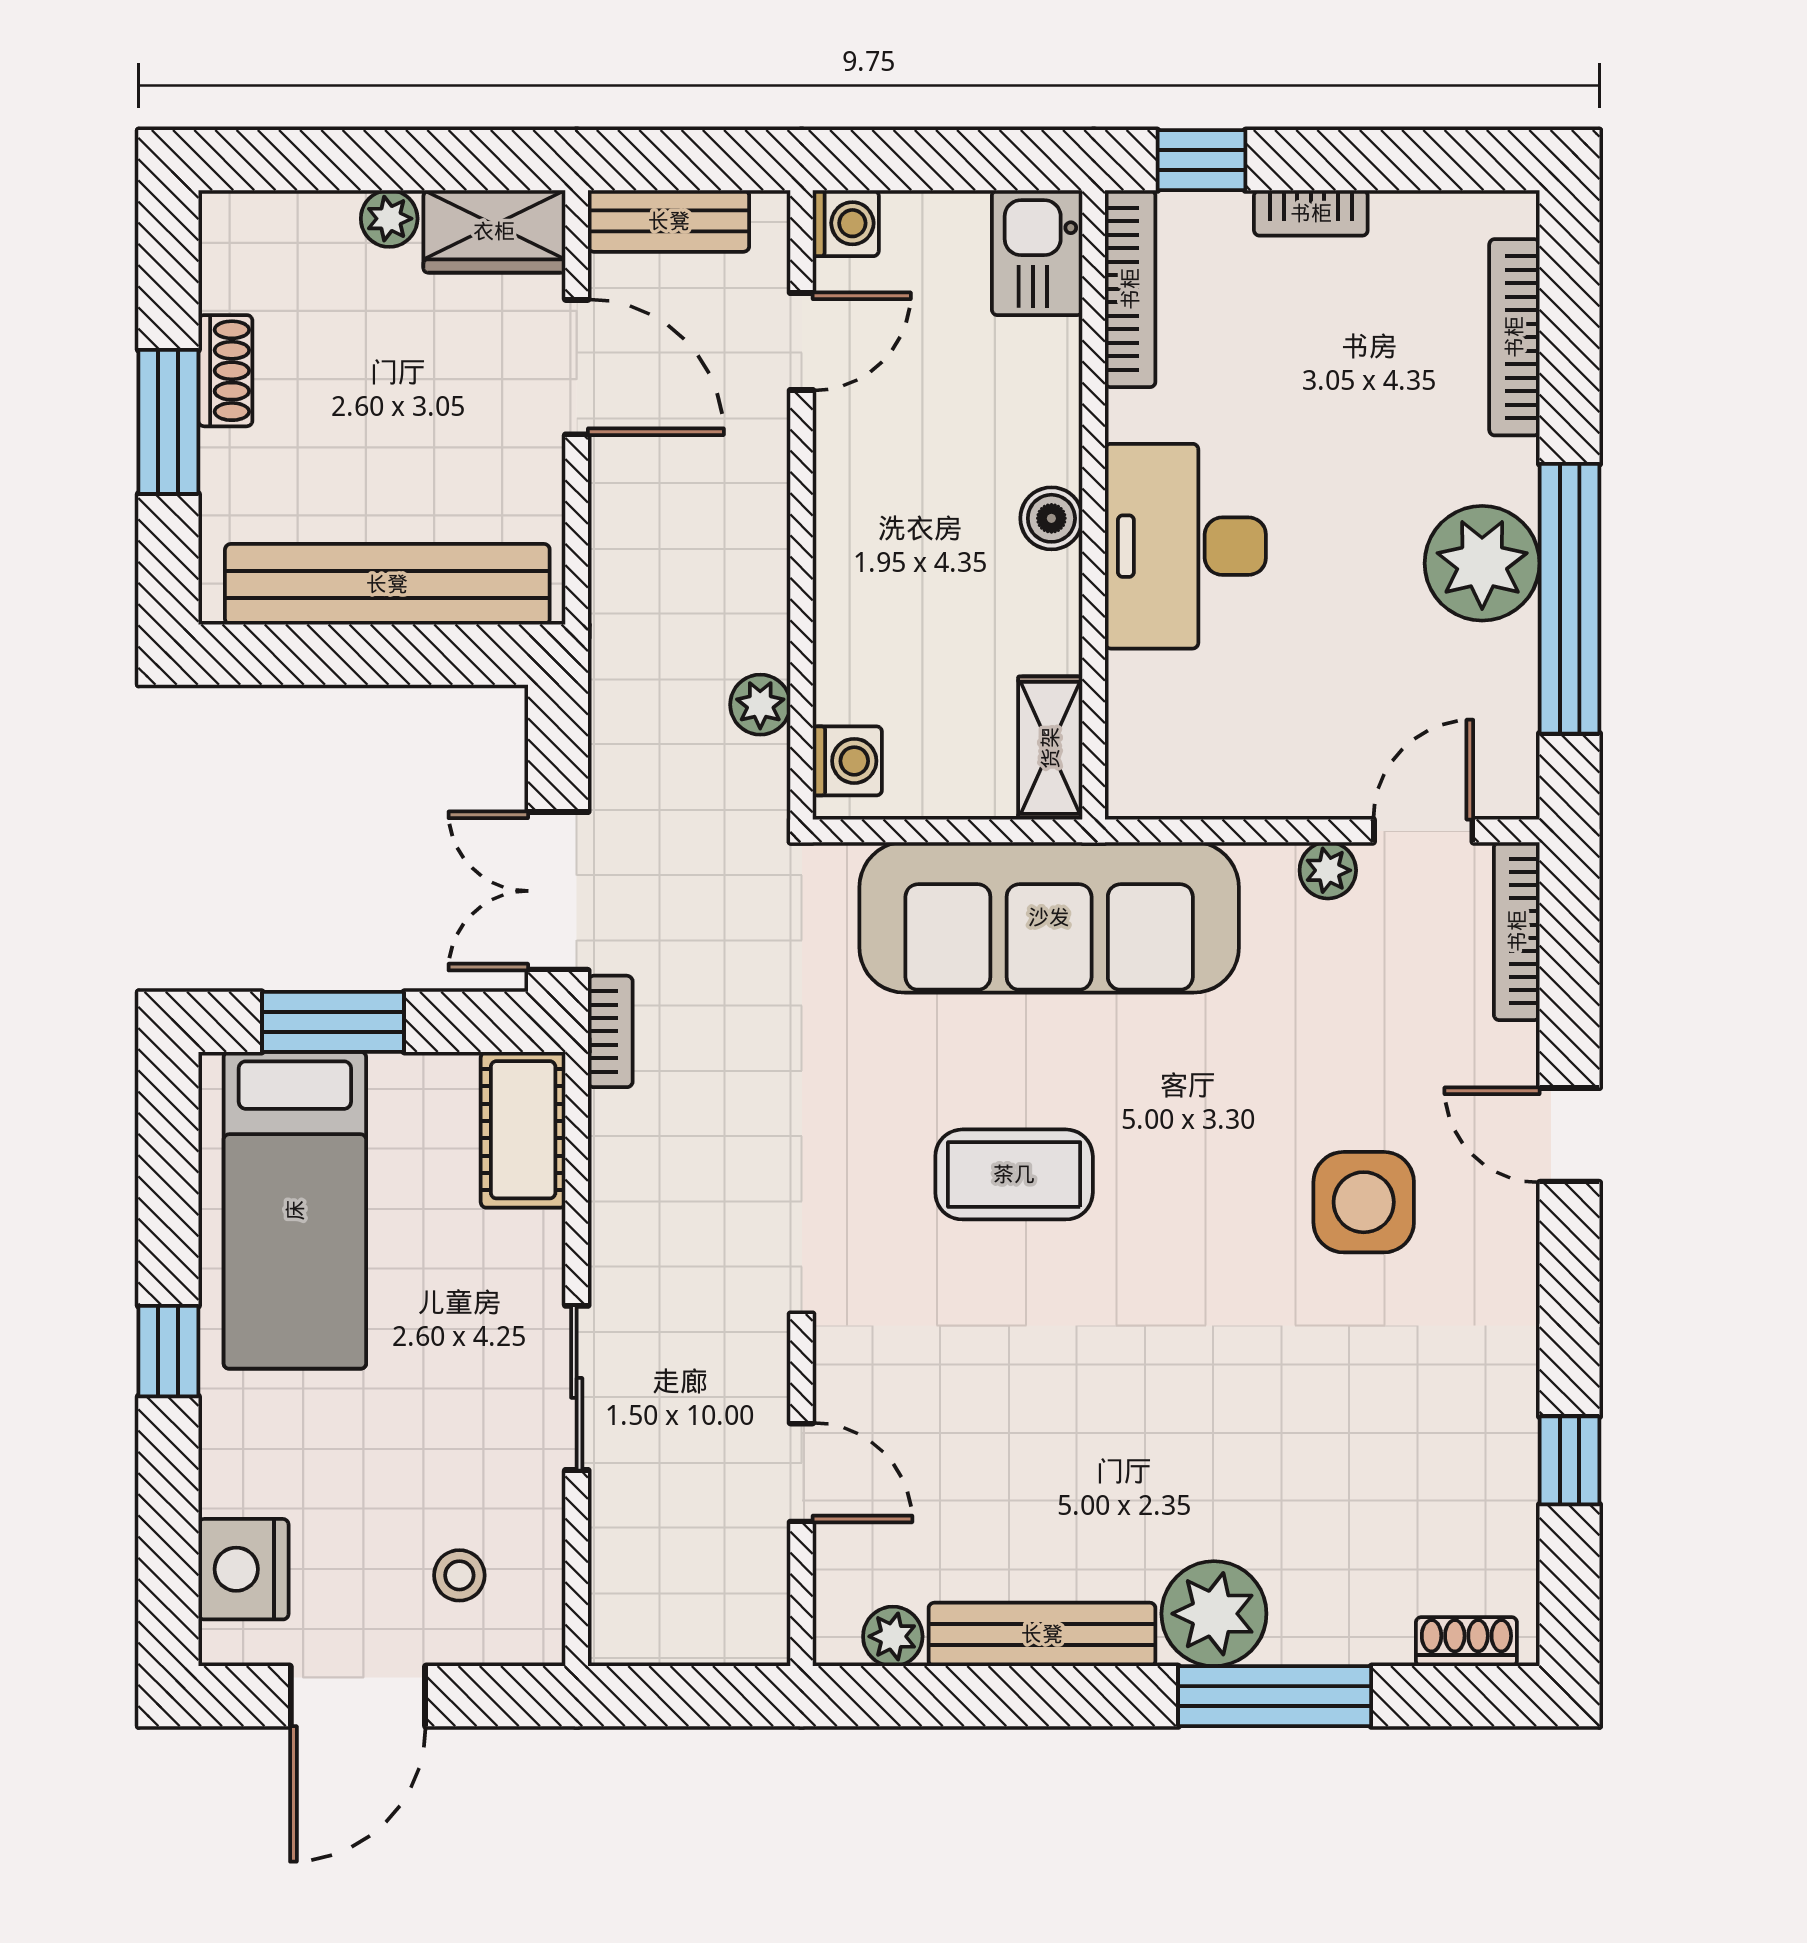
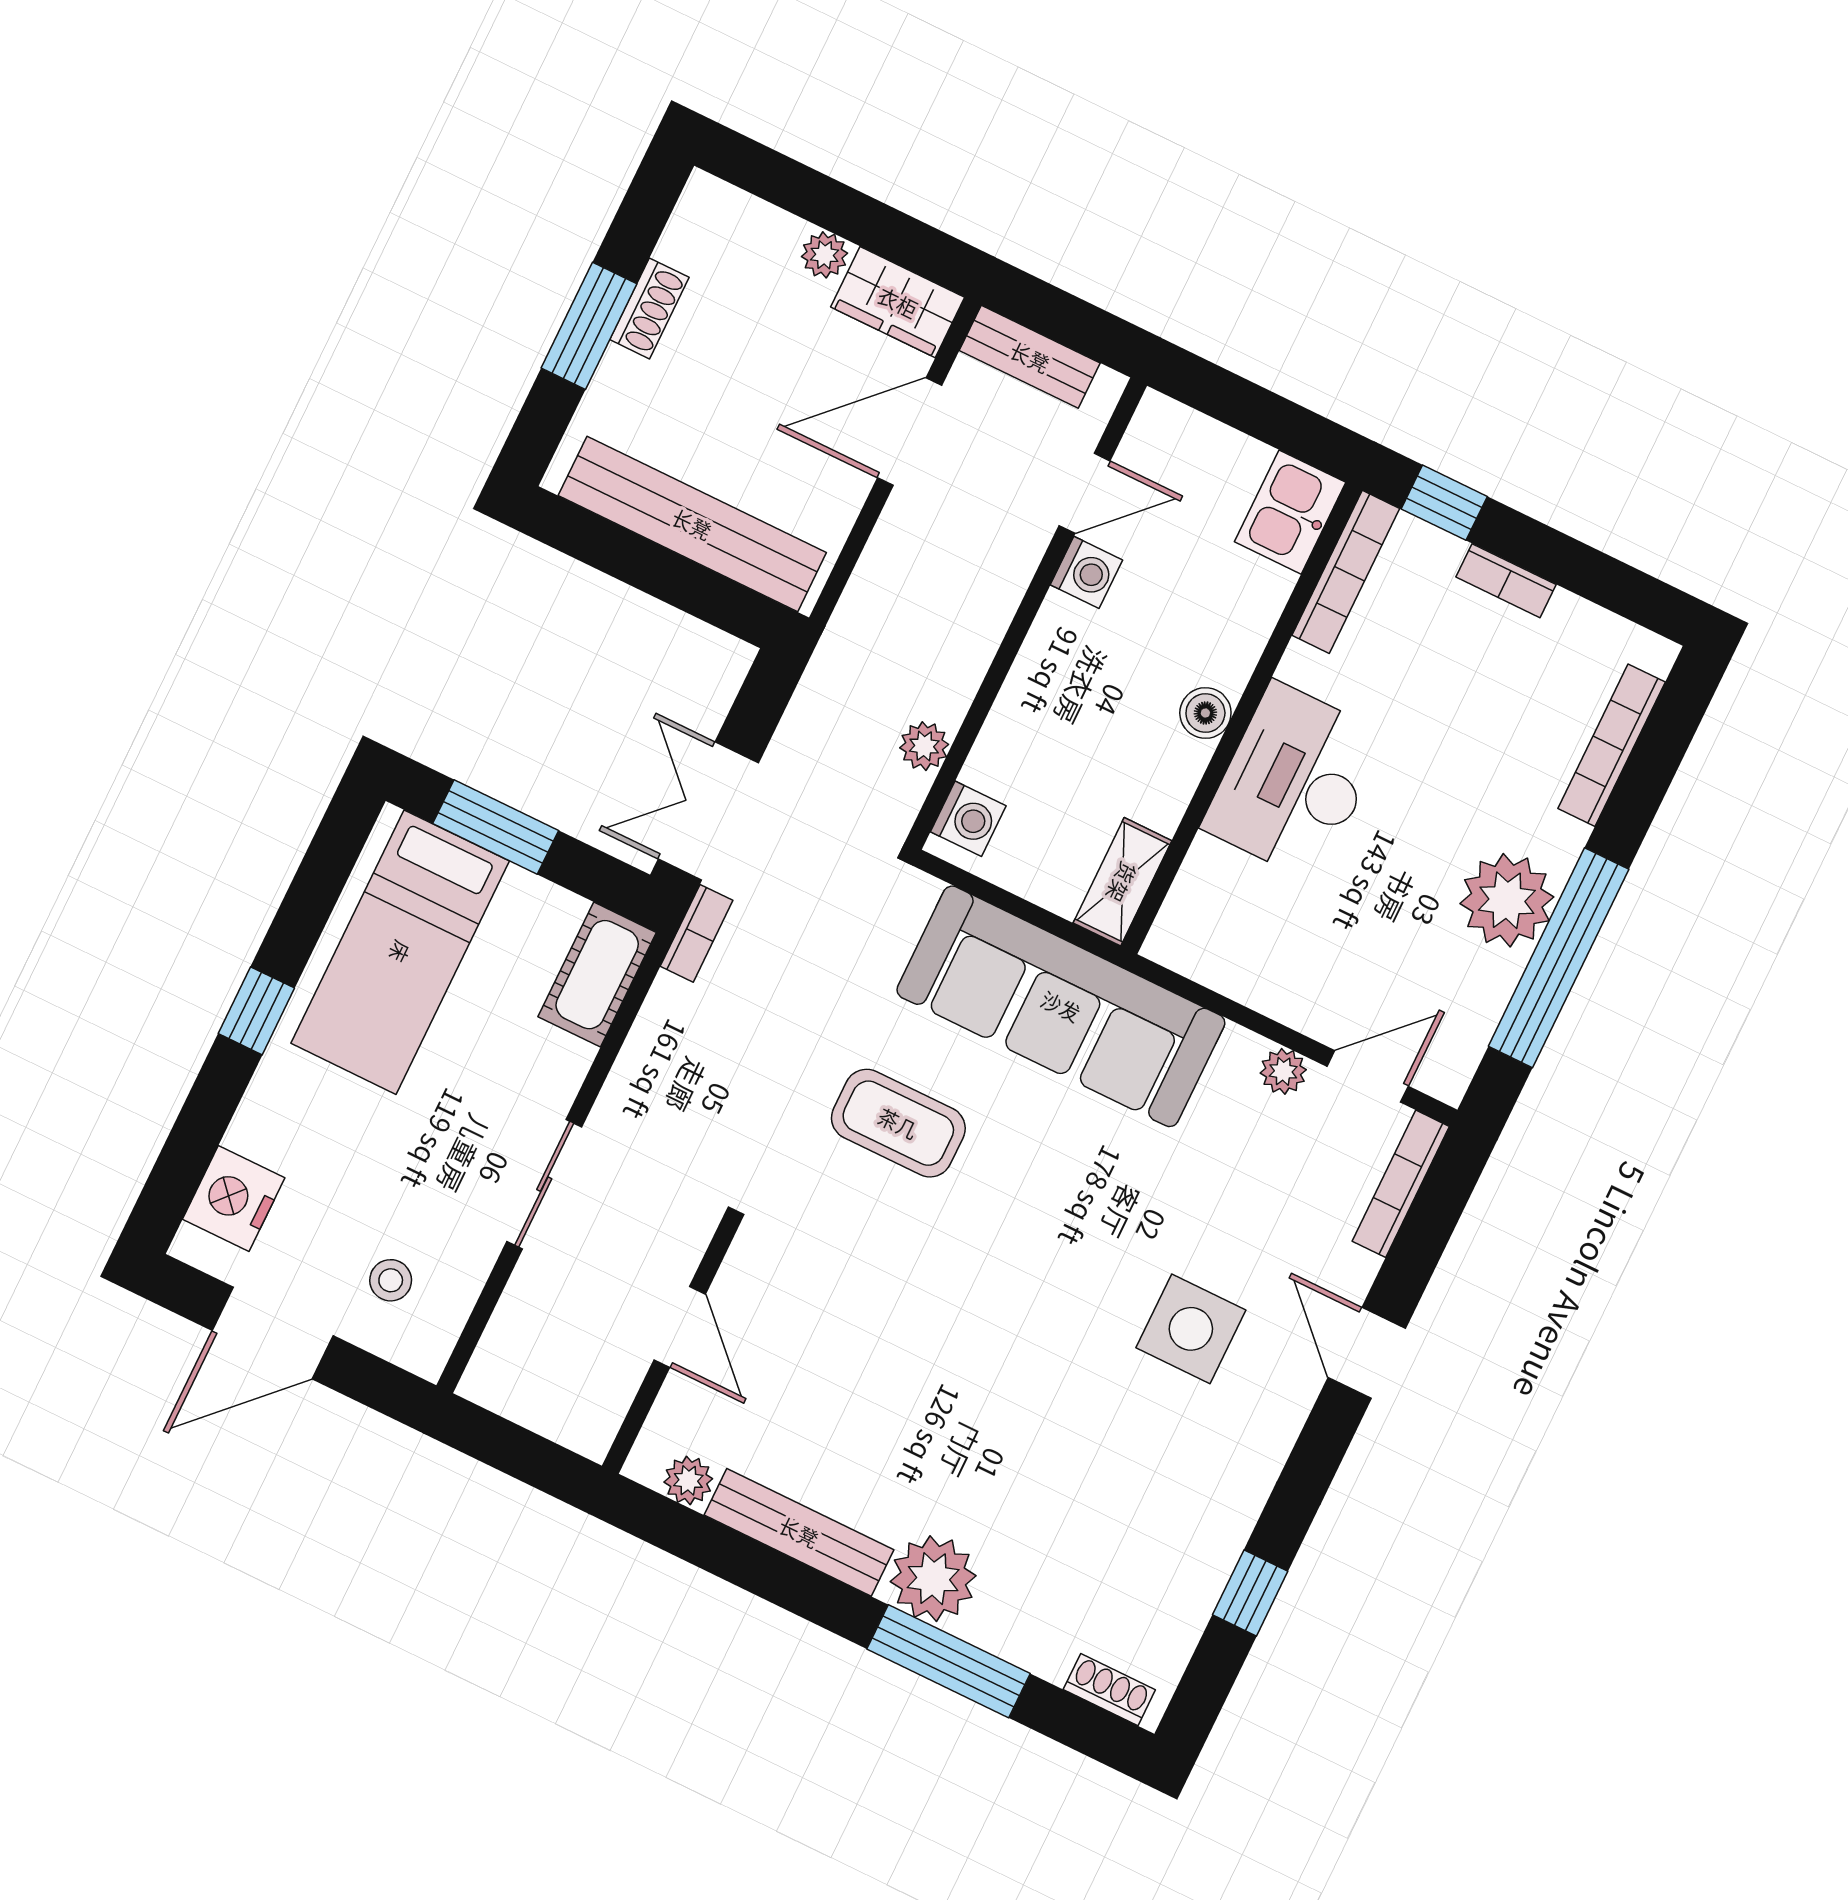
washing machine: (846, 223) -> (1086, 572), moved
door: (577, 367) -> (910, 432), swing flipped
coffee table: (1014, 1174) -> (898, 1123), moved

